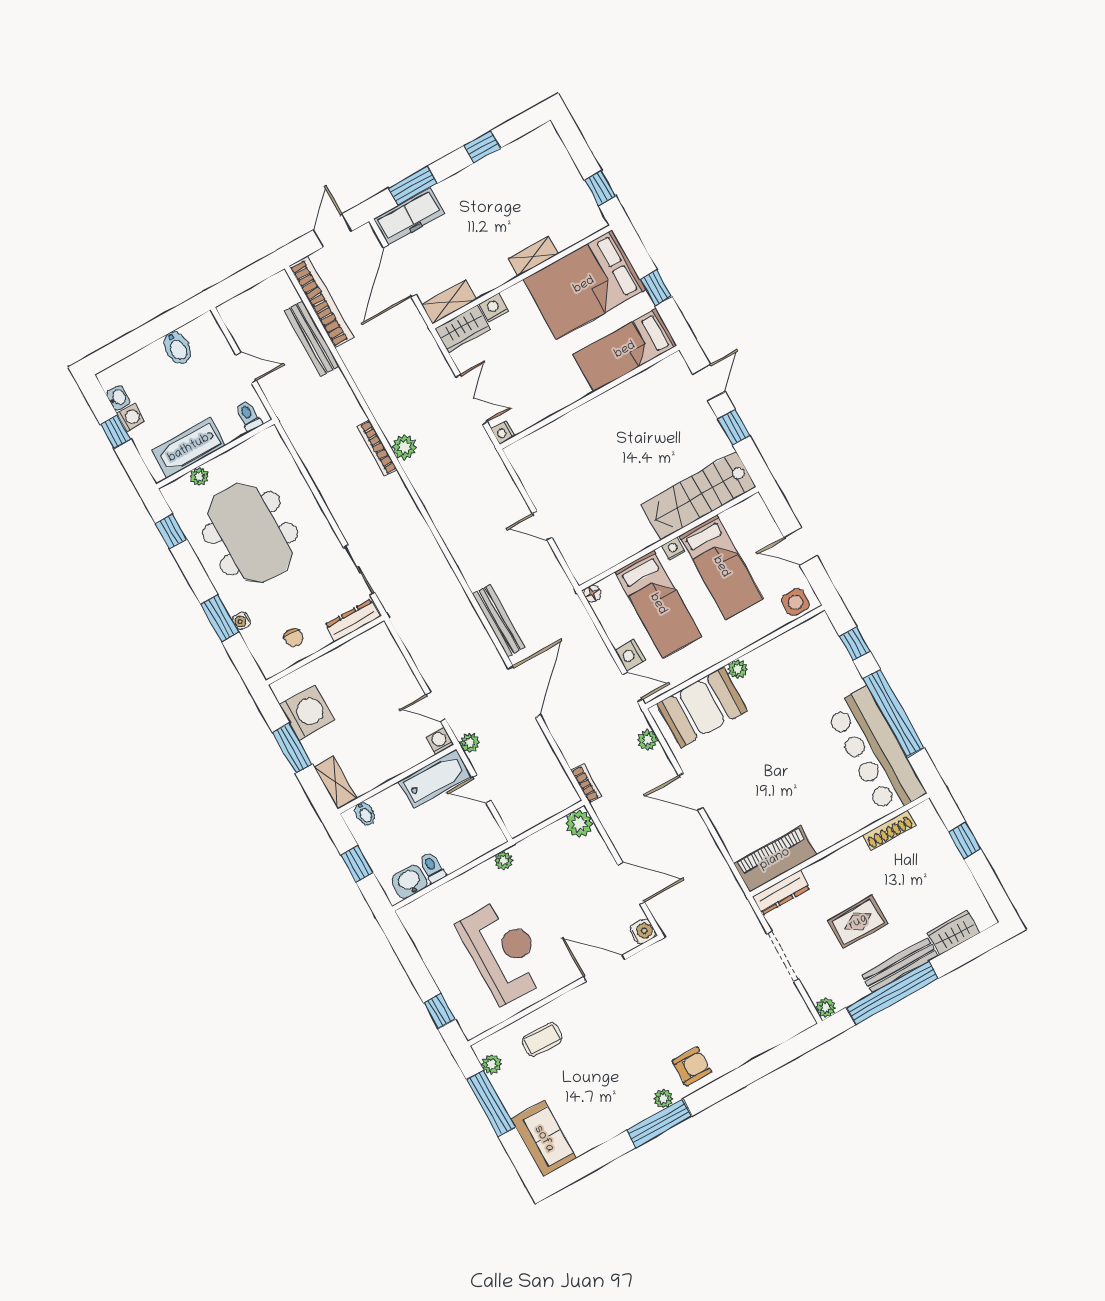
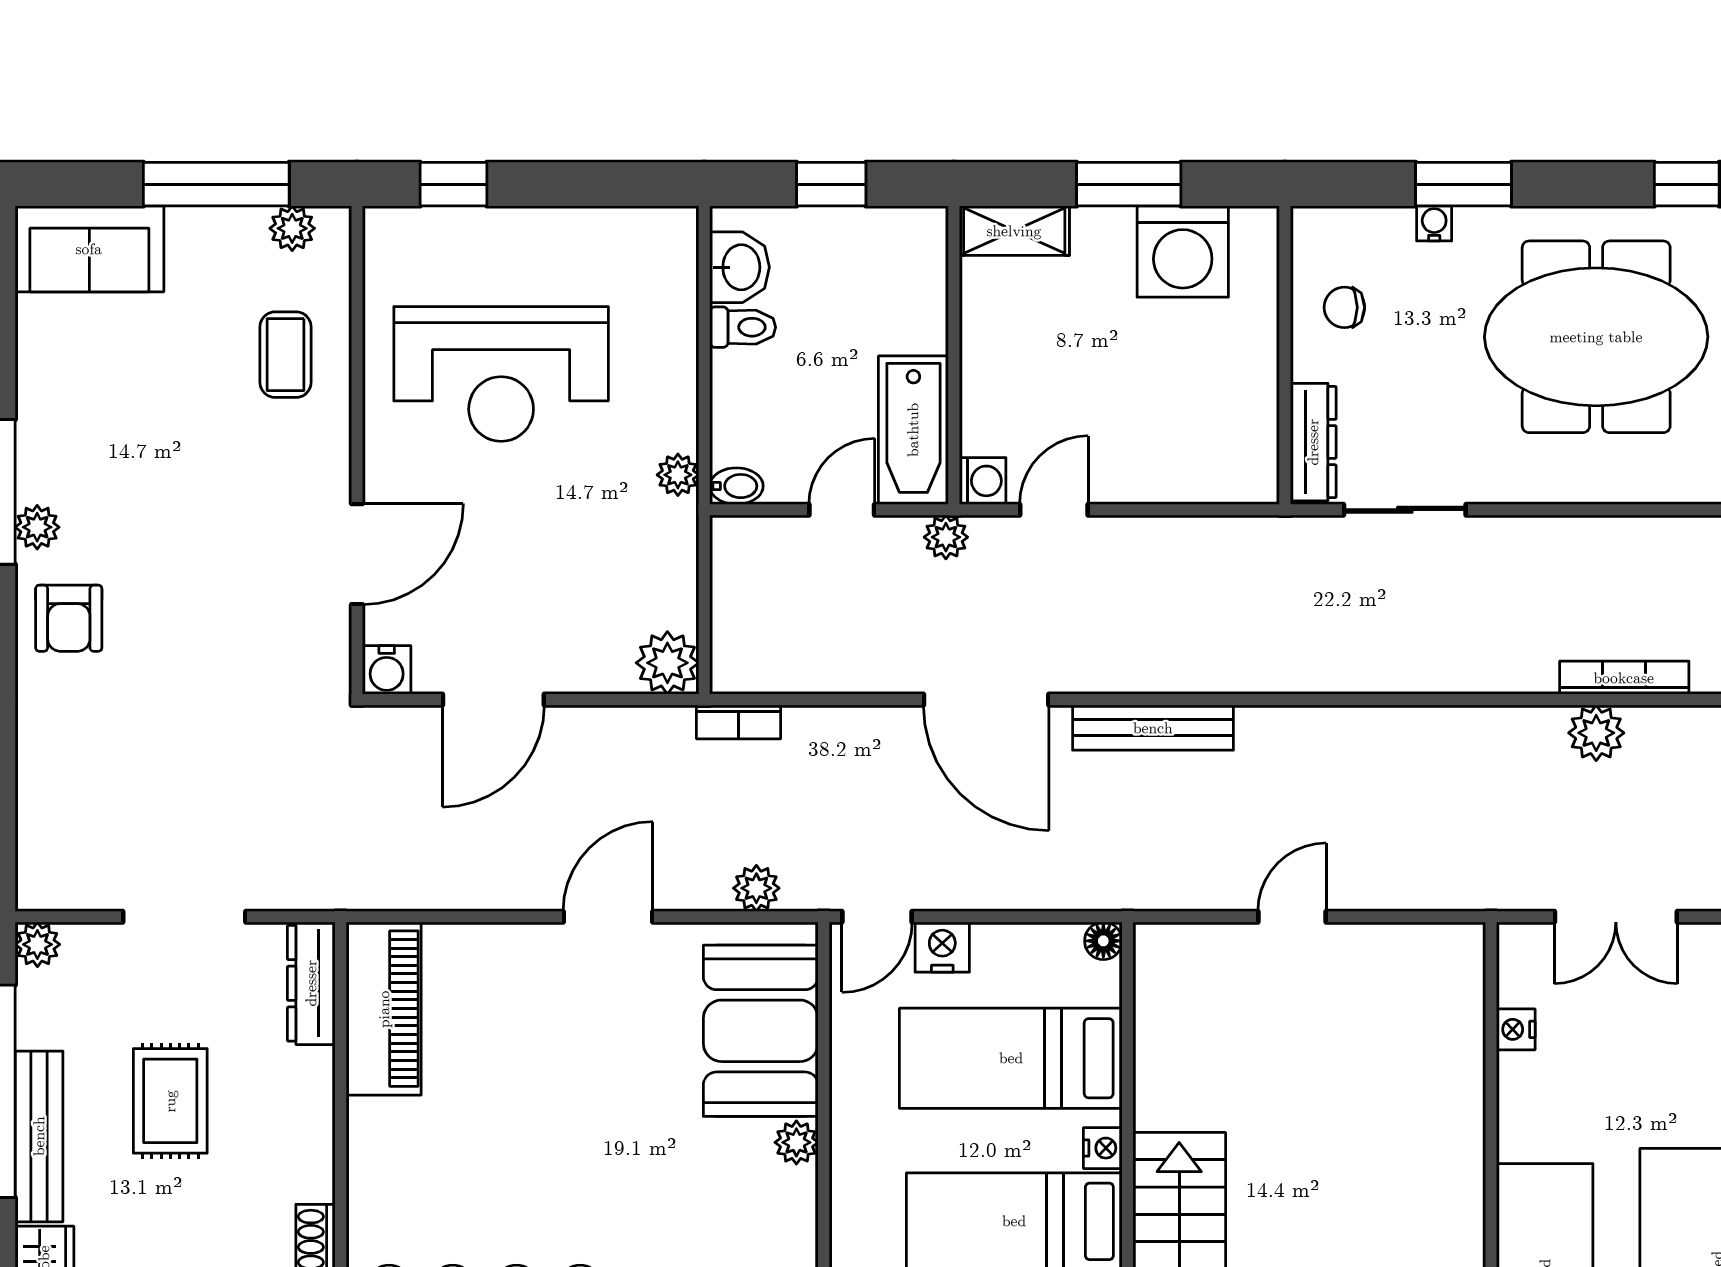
nightstand: (503, 433) -> (1516, 1029), moved, turned -90
bidet: (365, 814) -> (736, 486), moved, turned 180

